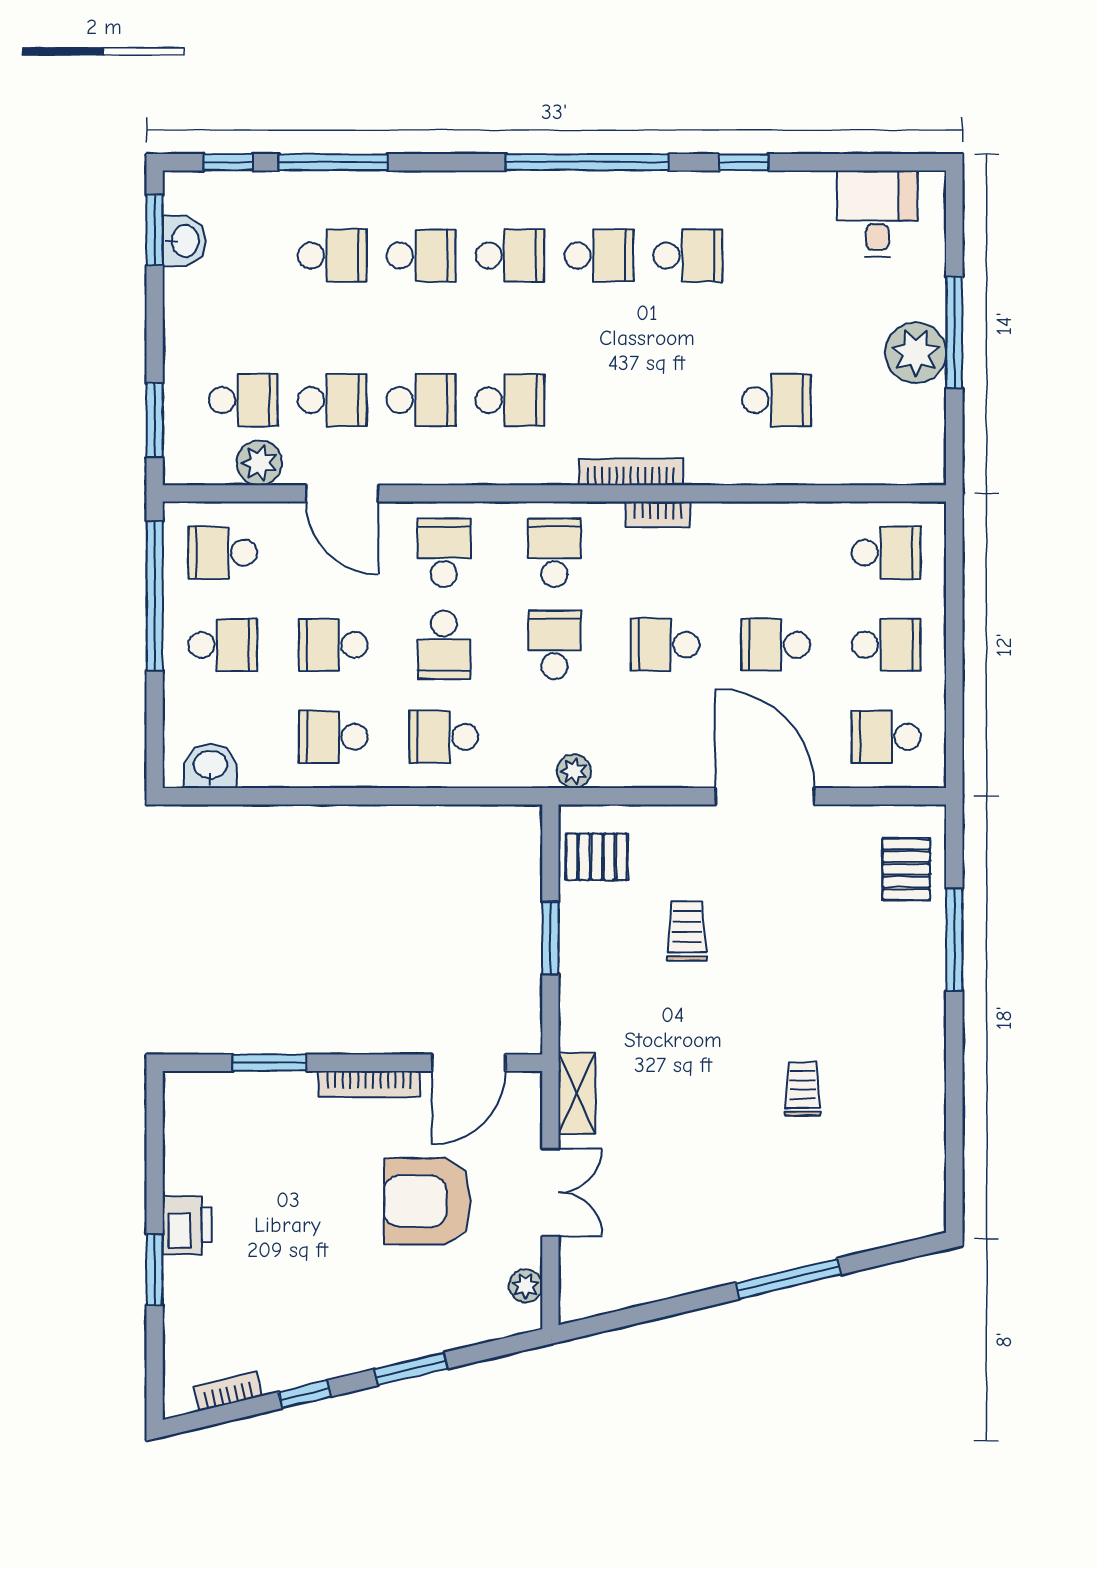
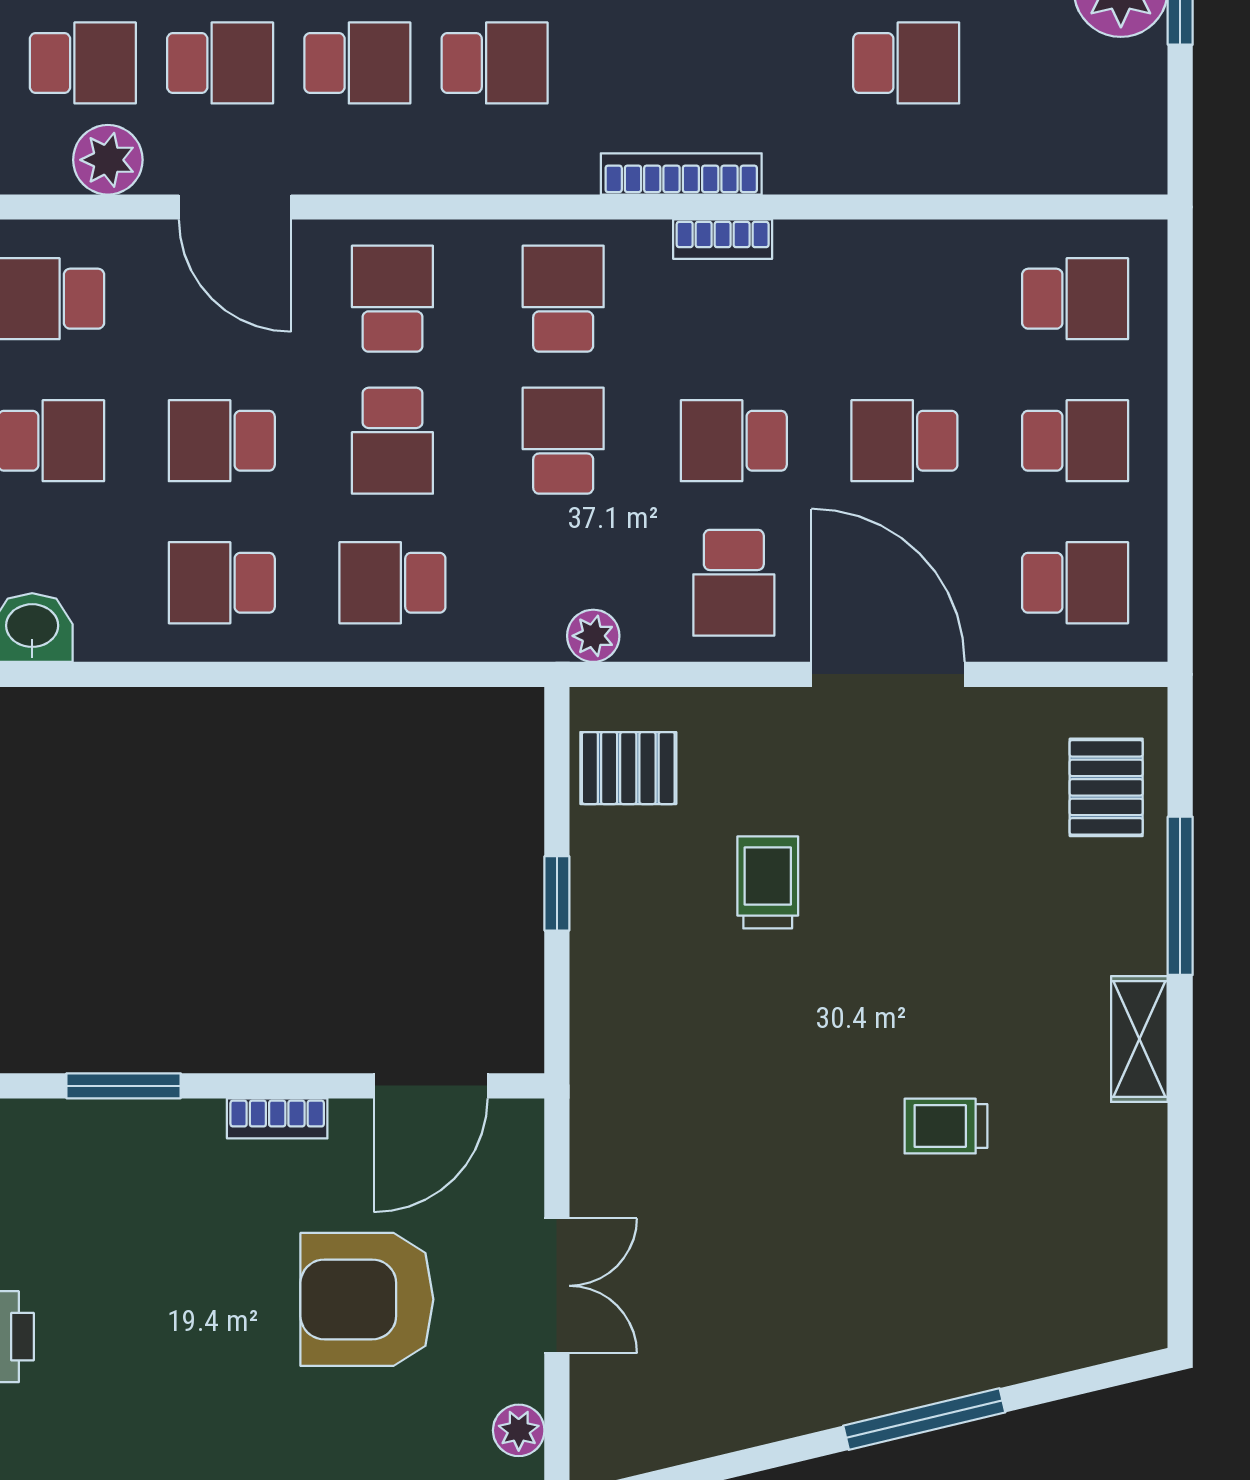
school desk: (665, 737) -> (734, 583), added
school desk: (886, 737) -> (1075, 583), turned 180
window: (550, 938) -> (557, 893), width x0.67
bookcase: (369, 1084) -> (277, 1118), width x0.64
trolley: (802, 1089) -> (946, 1126), turned -90
shelving: (577, 1093) -> (1139, 1039), moved

